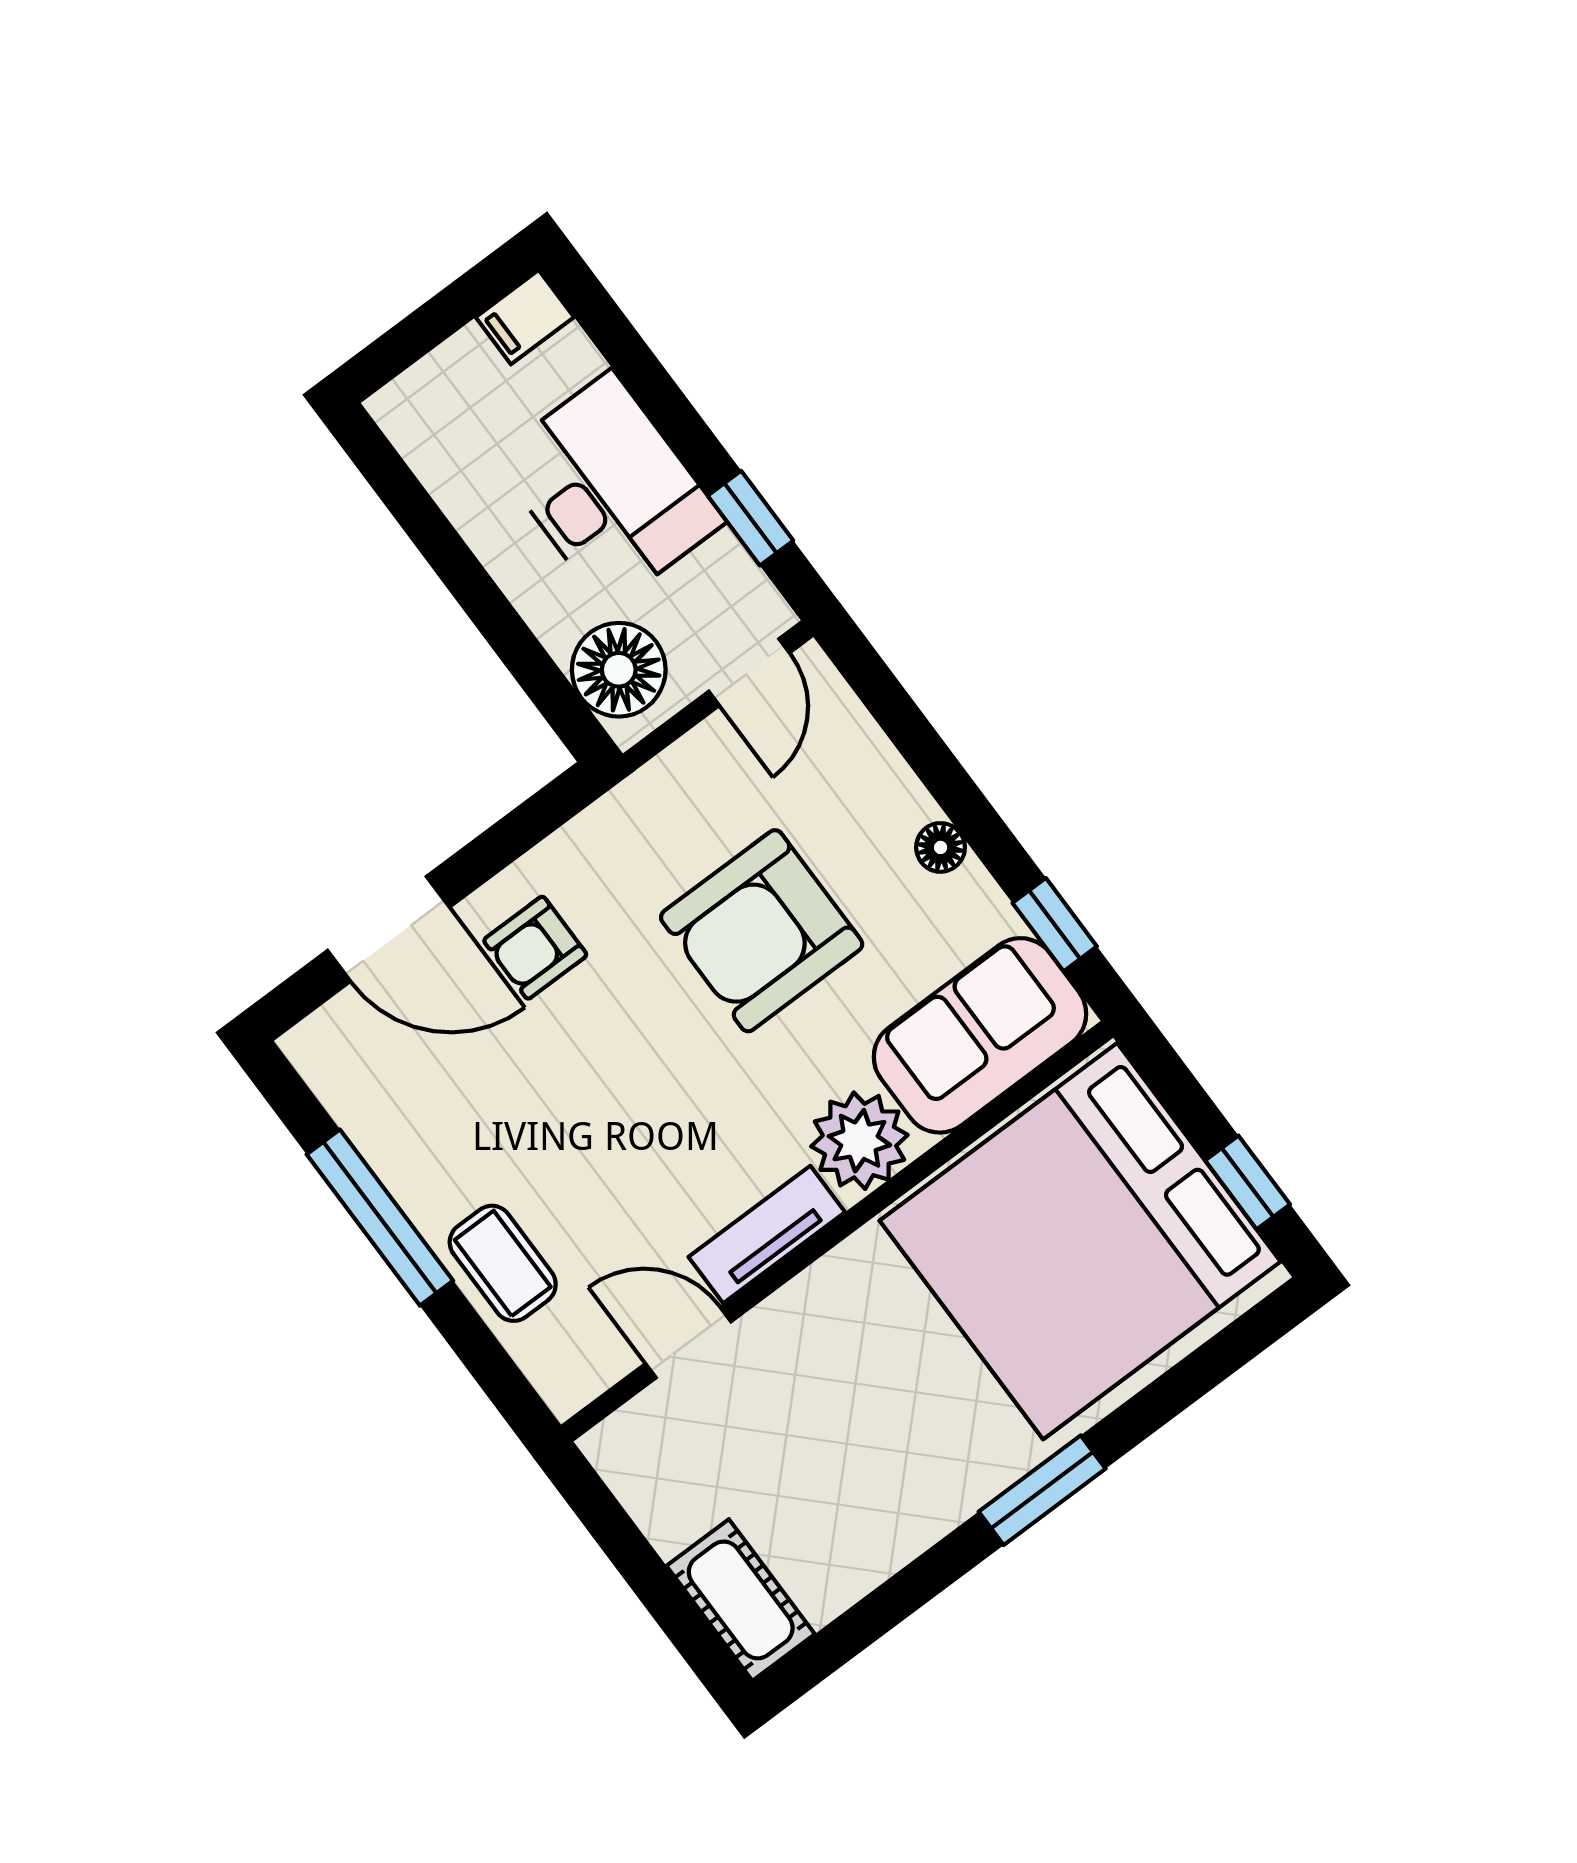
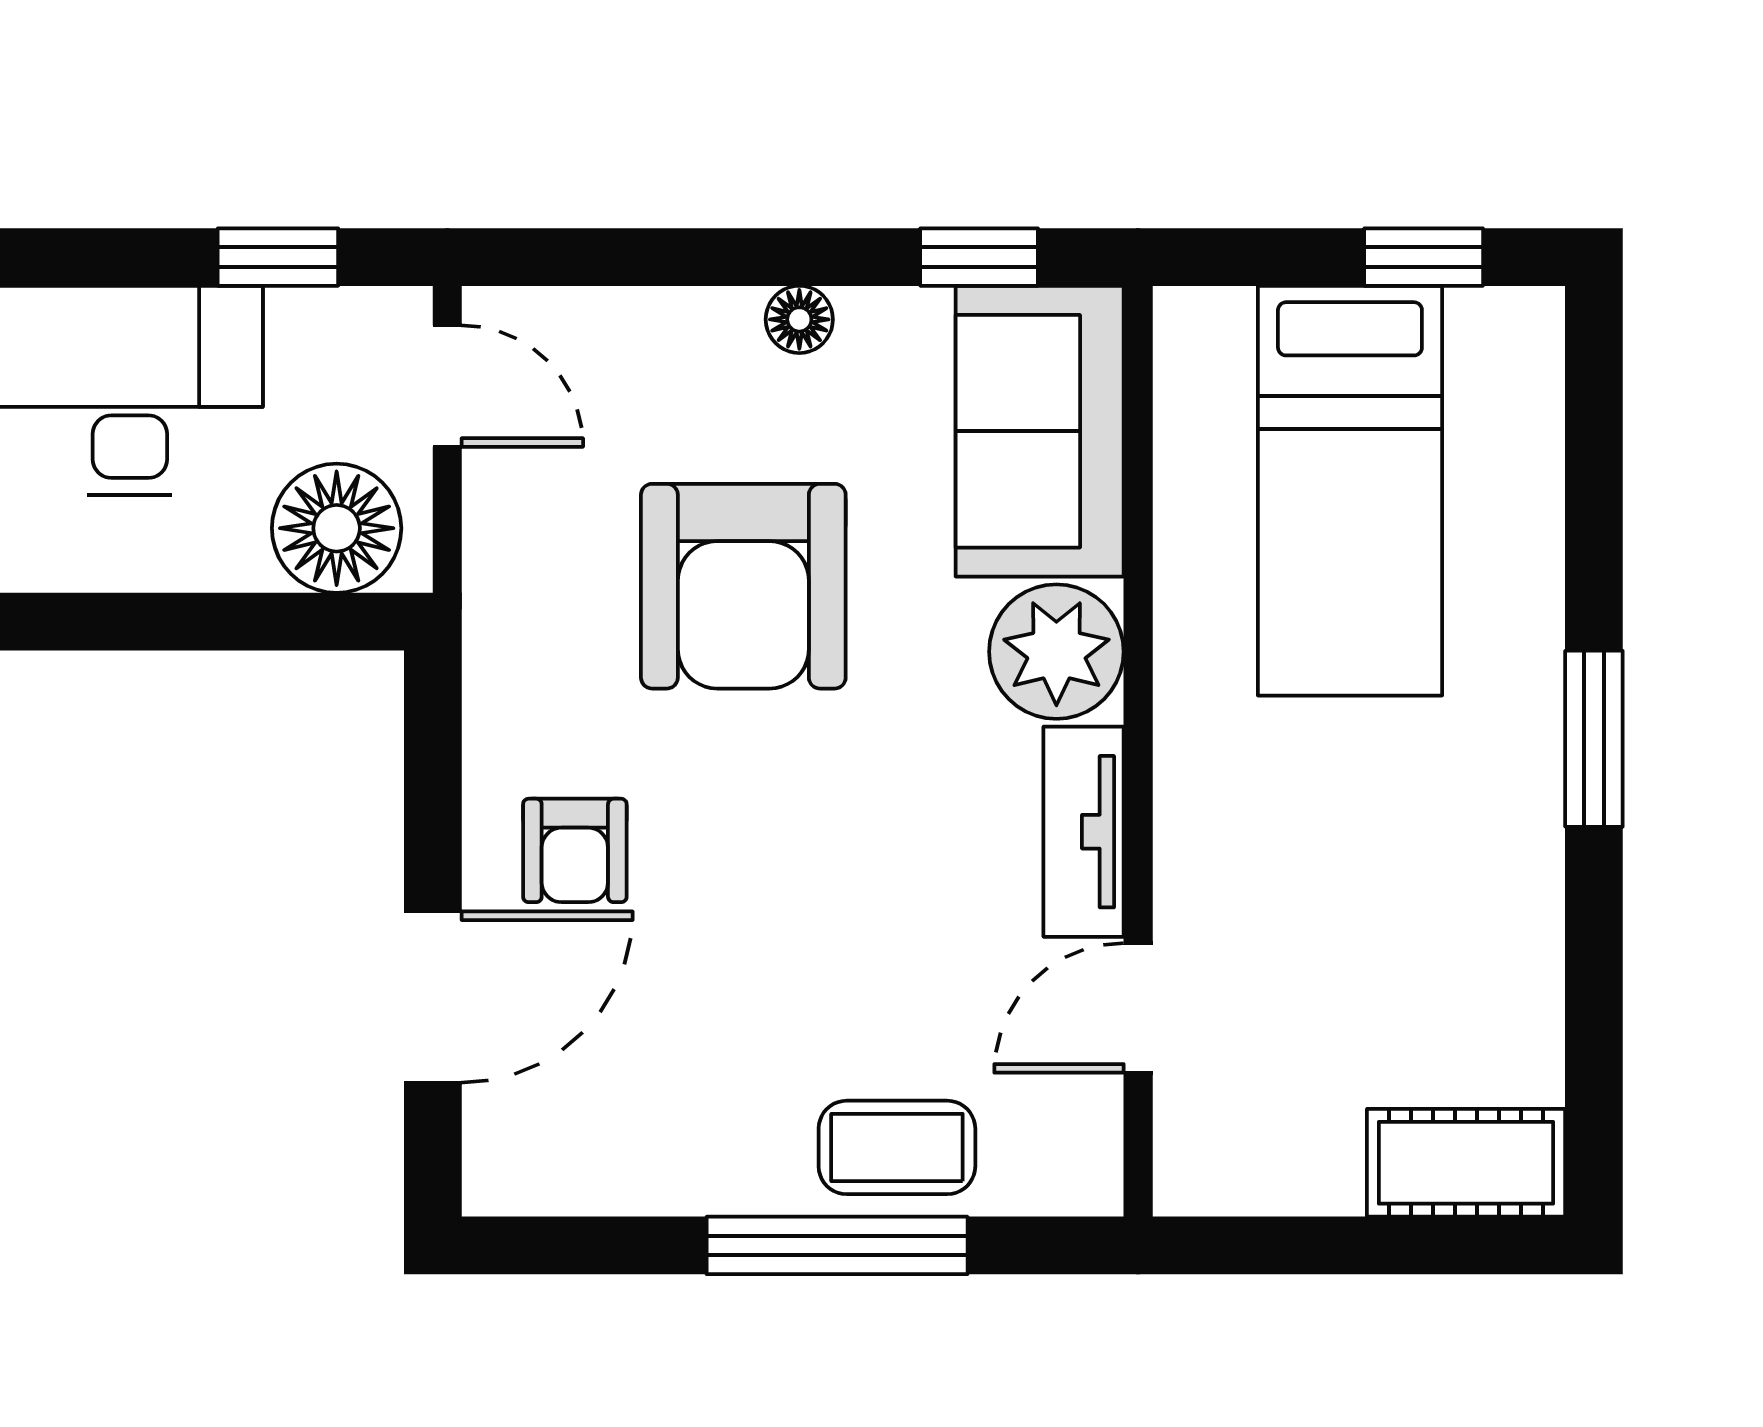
window: (380, 1218) -> (837, 1245), moved
bed: (1080, 1241) -> (1350, 491), width x0.49

